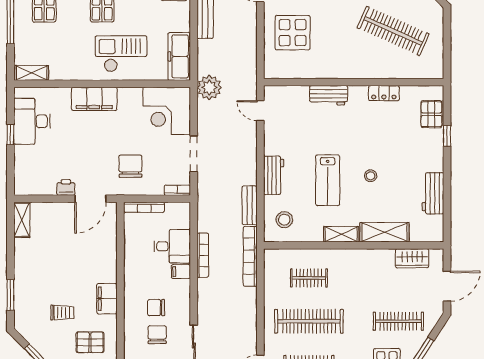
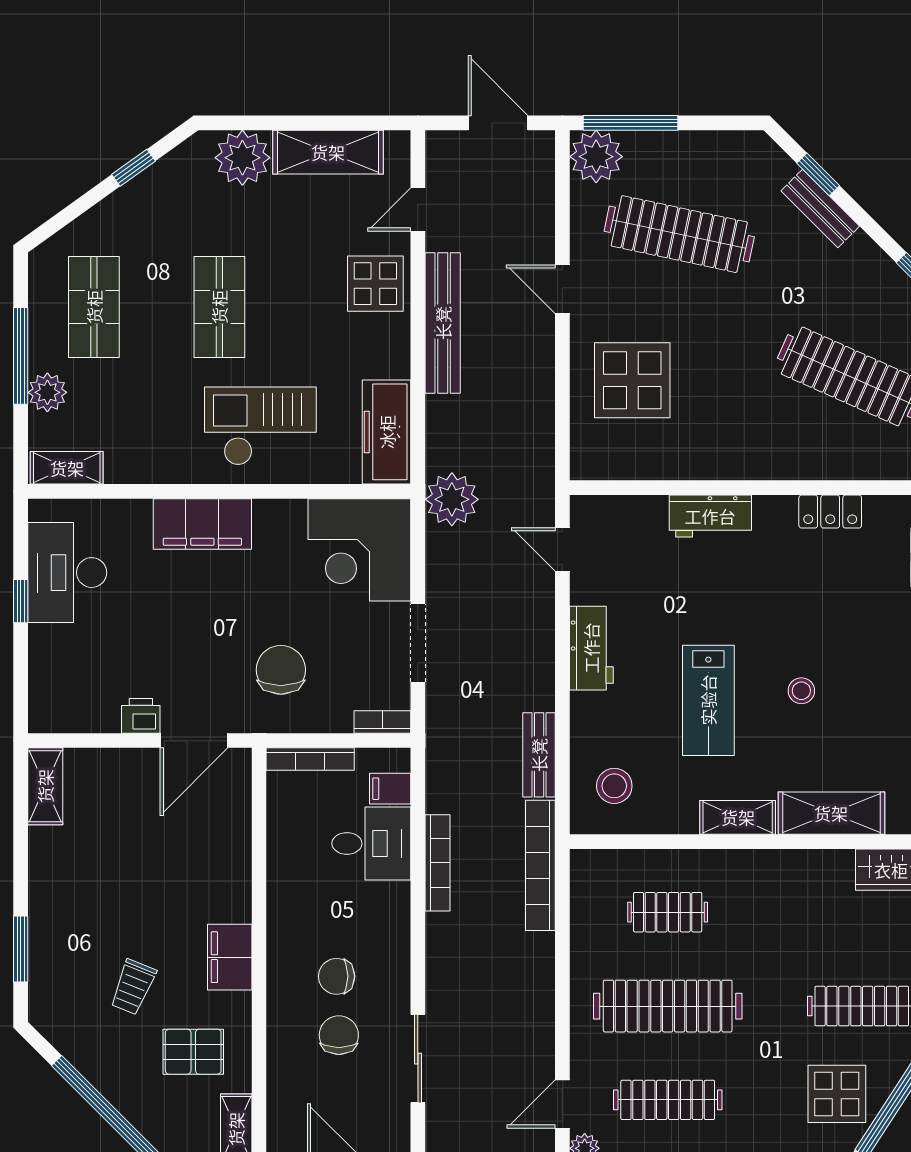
plant: (23, 38) -> (47, 392), added
workbench: (274, 175) -> (591, 648), moved
filing cabinet: (181, 272) -> (390, 789), moved
trolley: (62, 312) -> (133, 987), turned 112

